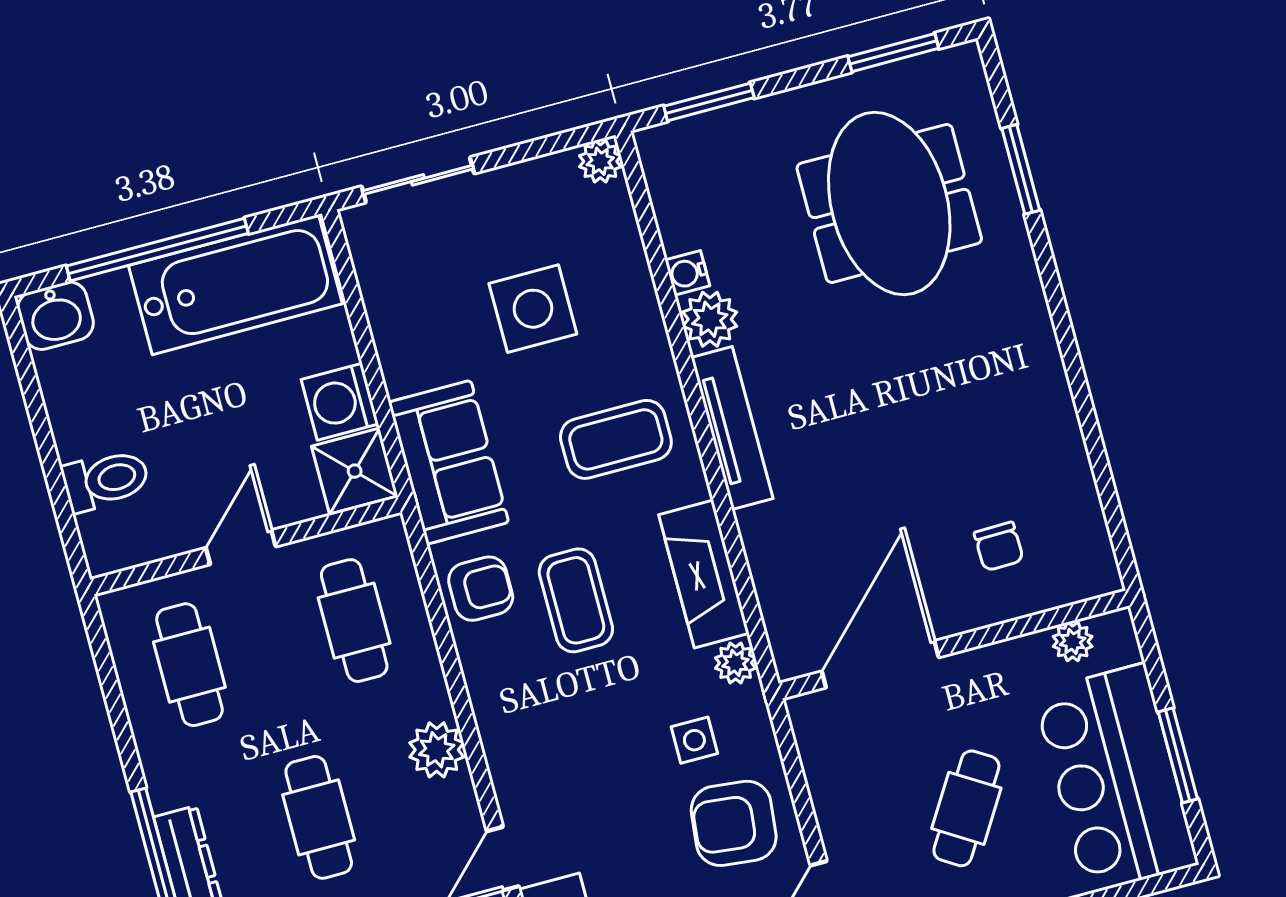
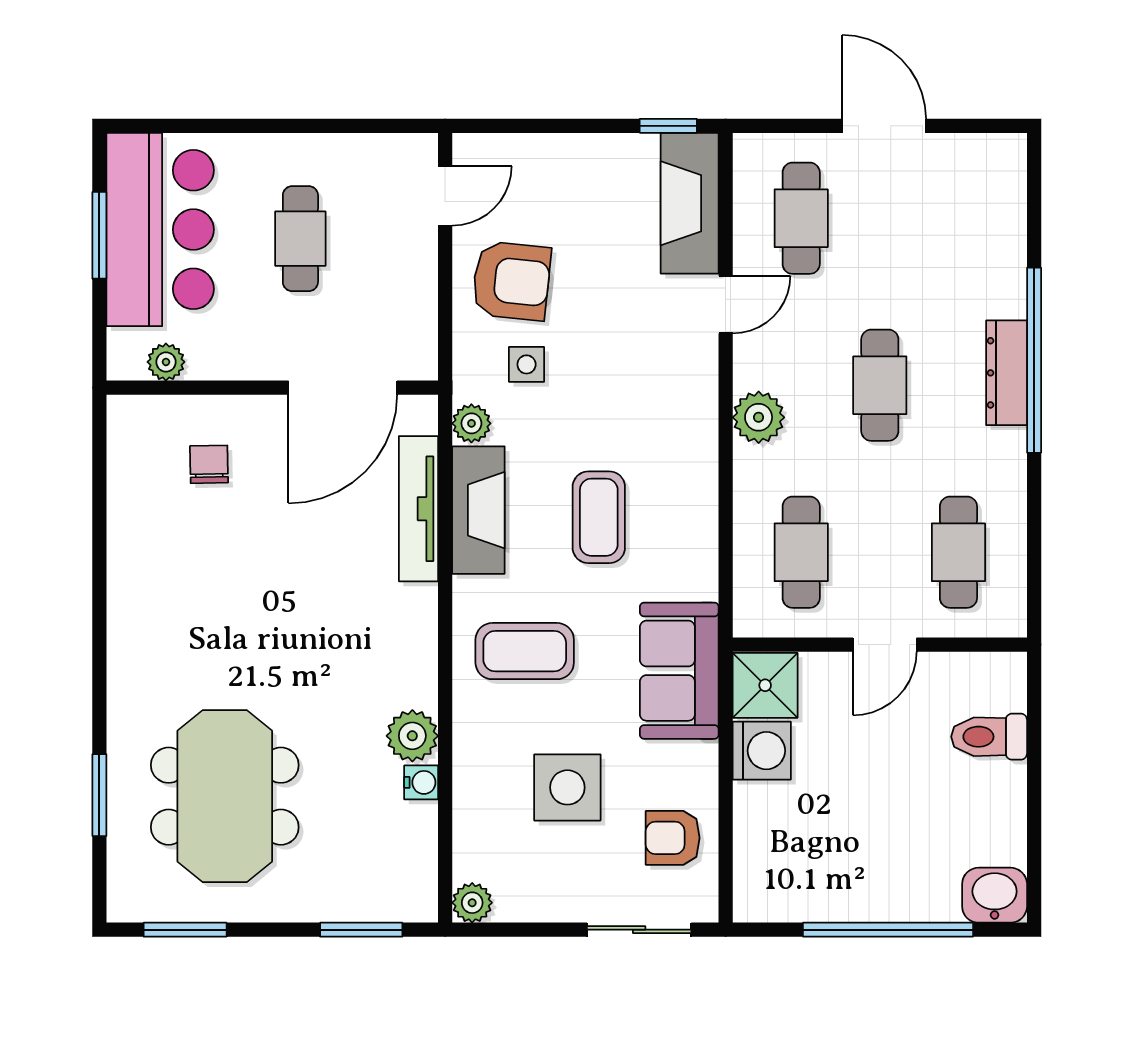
bathtub: (235, 285) -> (827, 880), removed
tv unit: (732, 428) -> (418, 509), moved
armchair: (481, 589) -> (673, 838), moved
cafe table: (966, 808) -> (300, 239), turned -32

